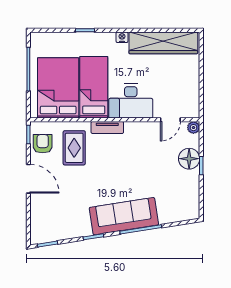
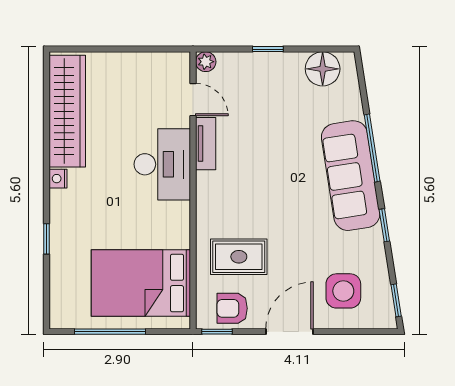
bed: (94, 87) -> (140, 225), removed
tv unit: (107, 127) -> (206, 144), moved
floor lamp: (189, 159) -> (323, 69), moved
side table: (53, 212) -> (343, 291), added

